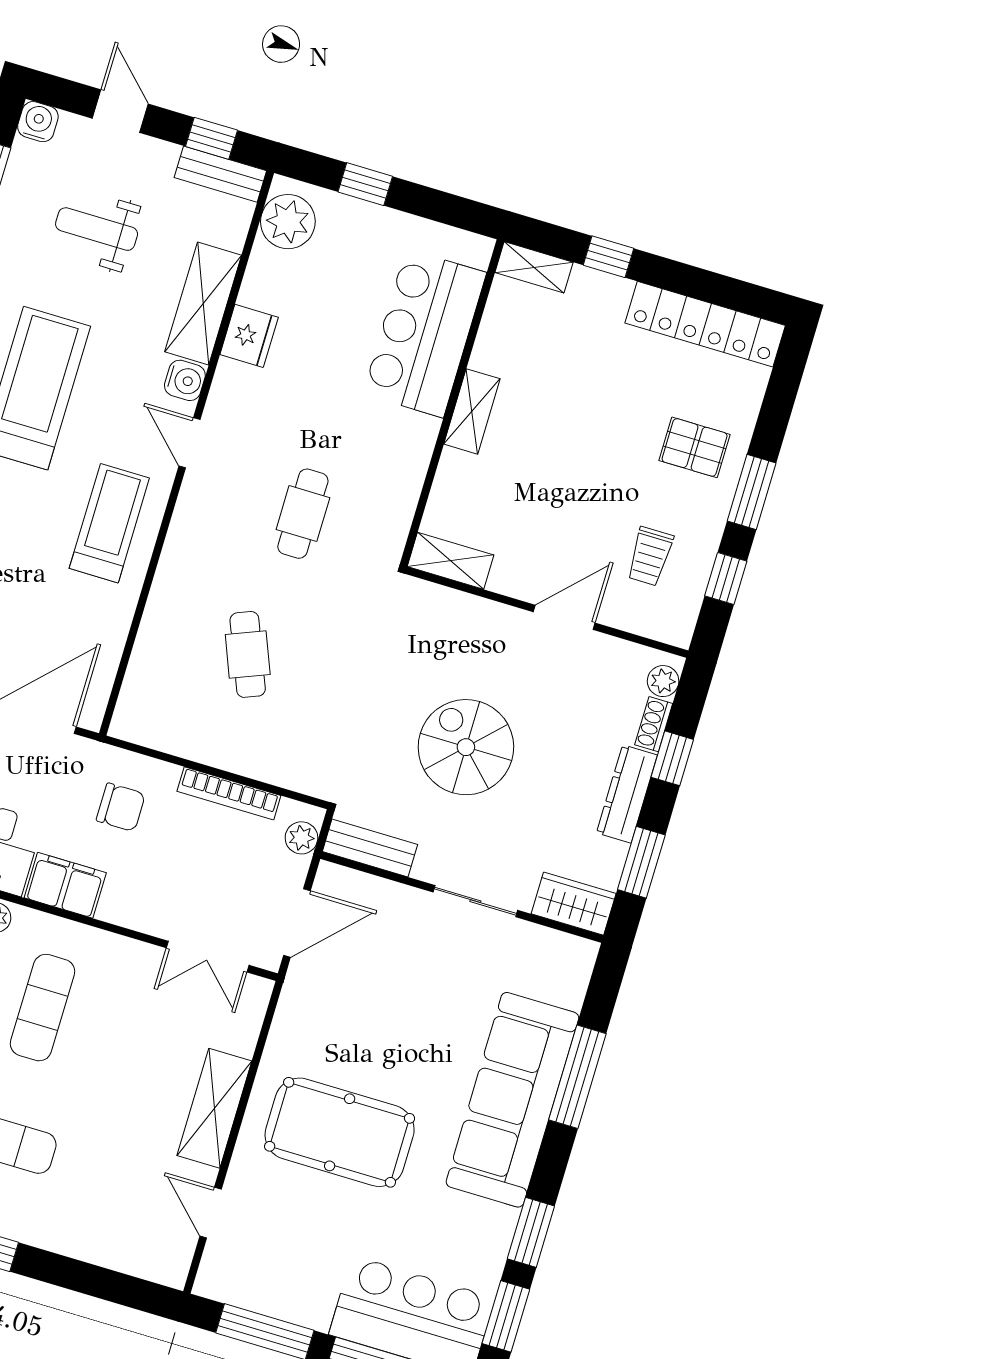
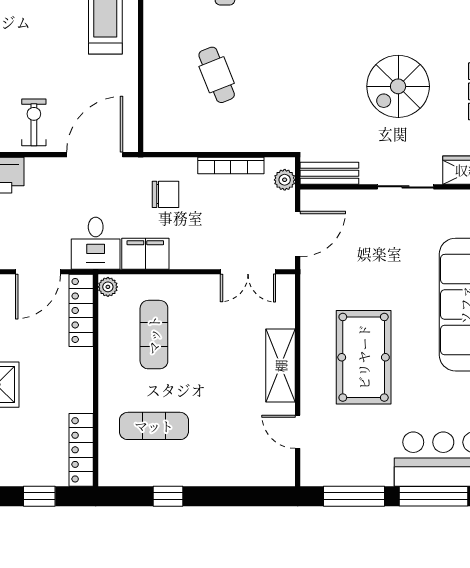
spiral stairs: (466, 747) -> (398, 86), moved, turned -90
pool table: (340, 1132) -> (364, 357), turned 90

